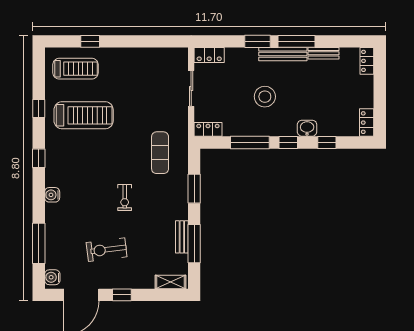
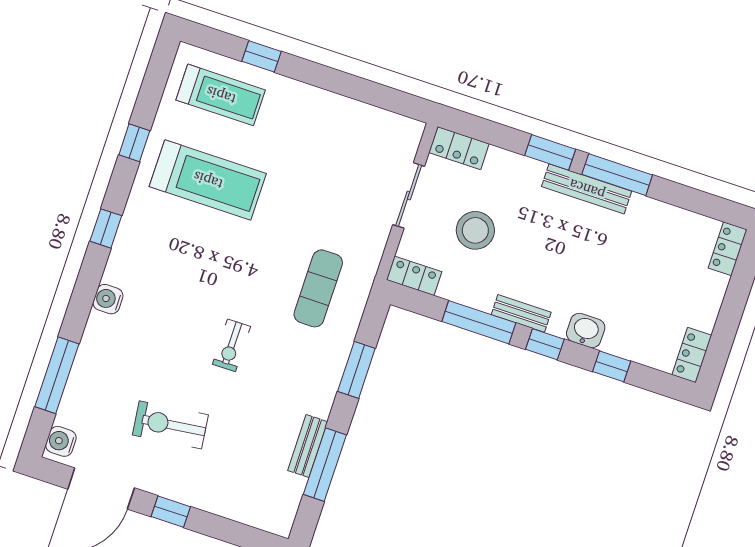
bench: (324, 53) -> (521, 313), moved
stool: (265, 97) -> (475, 230), moved
shelving: (171, 282) -> (262, 517), removed

